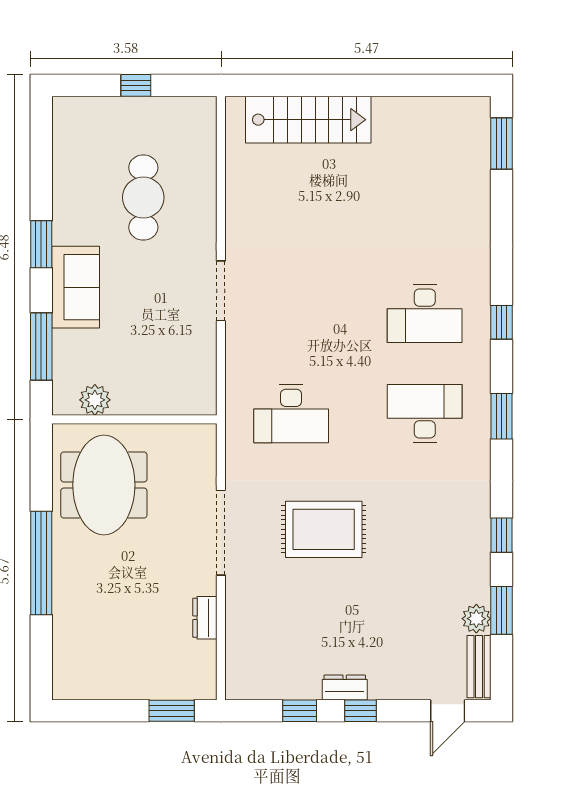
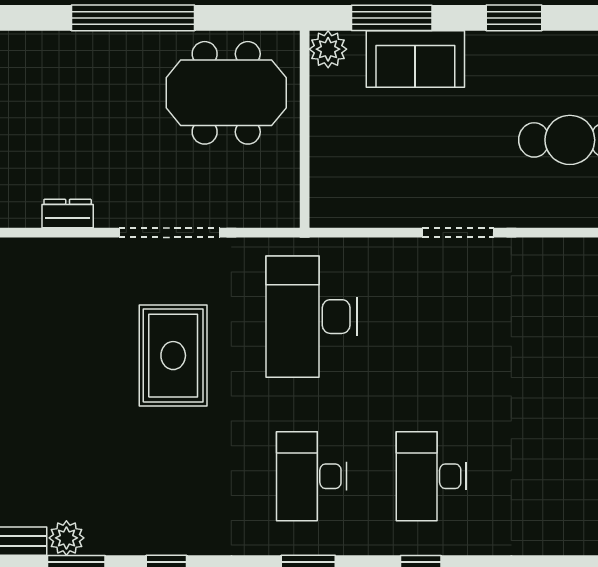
sofa: (76, 287) -> (415, 59), moved
plant: (95, 400) -> (328, 49), moved
desk: (291, 414) -> (312, 317), width x1.36, depth x1.30
desk: (425, 414) -> (312, 476), turned 180

